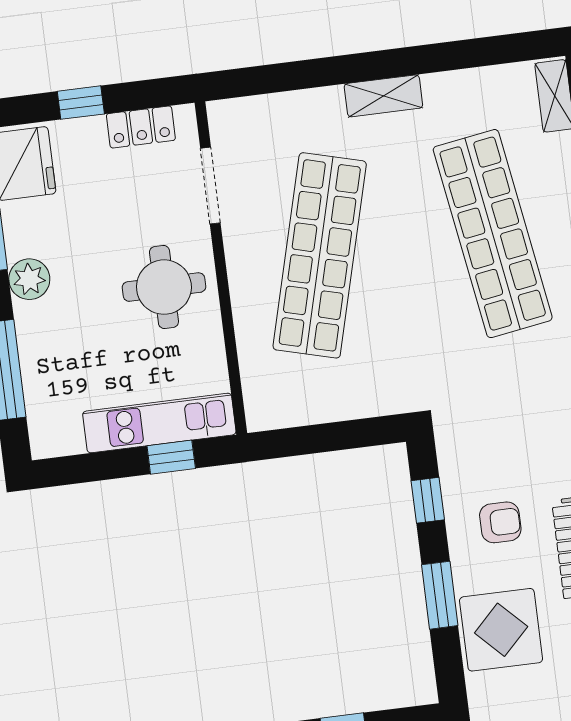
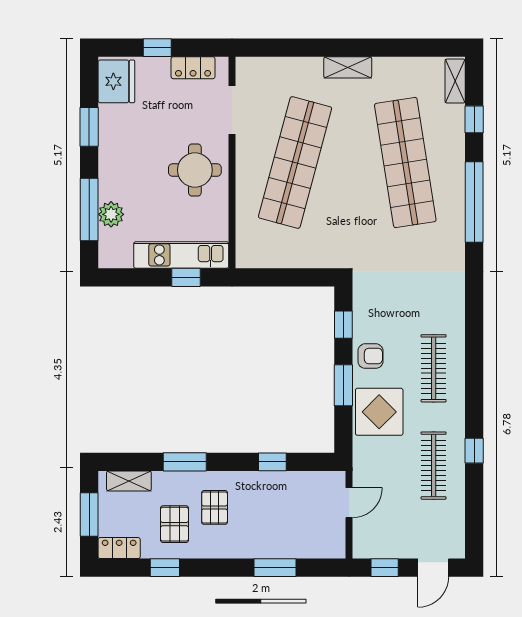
plant: (29, 279) -> (111, 214), moved
armchair: (500, 522) -> (370, 356), moved

